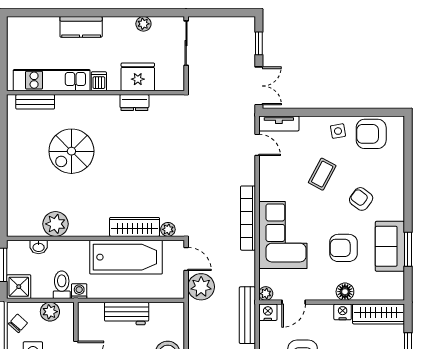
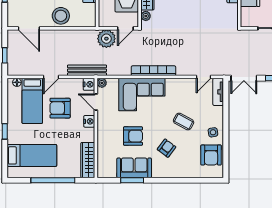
armchair: (371, 134) -> (211, 155), turned 180
armchair: (343, 248) -> (133, 136), turned 90
floor lamp: (345, 292) -> (103, 137), removed
nightstand: (343, 312) -> (89, 121), moved

